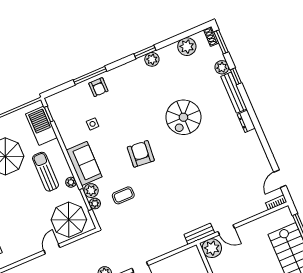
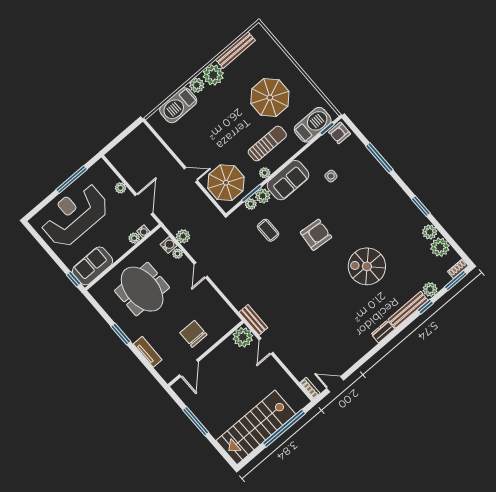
plant: (152, 59) -> (430, 232), moved
armchair: (98, 87) -> (339, 133), moved

